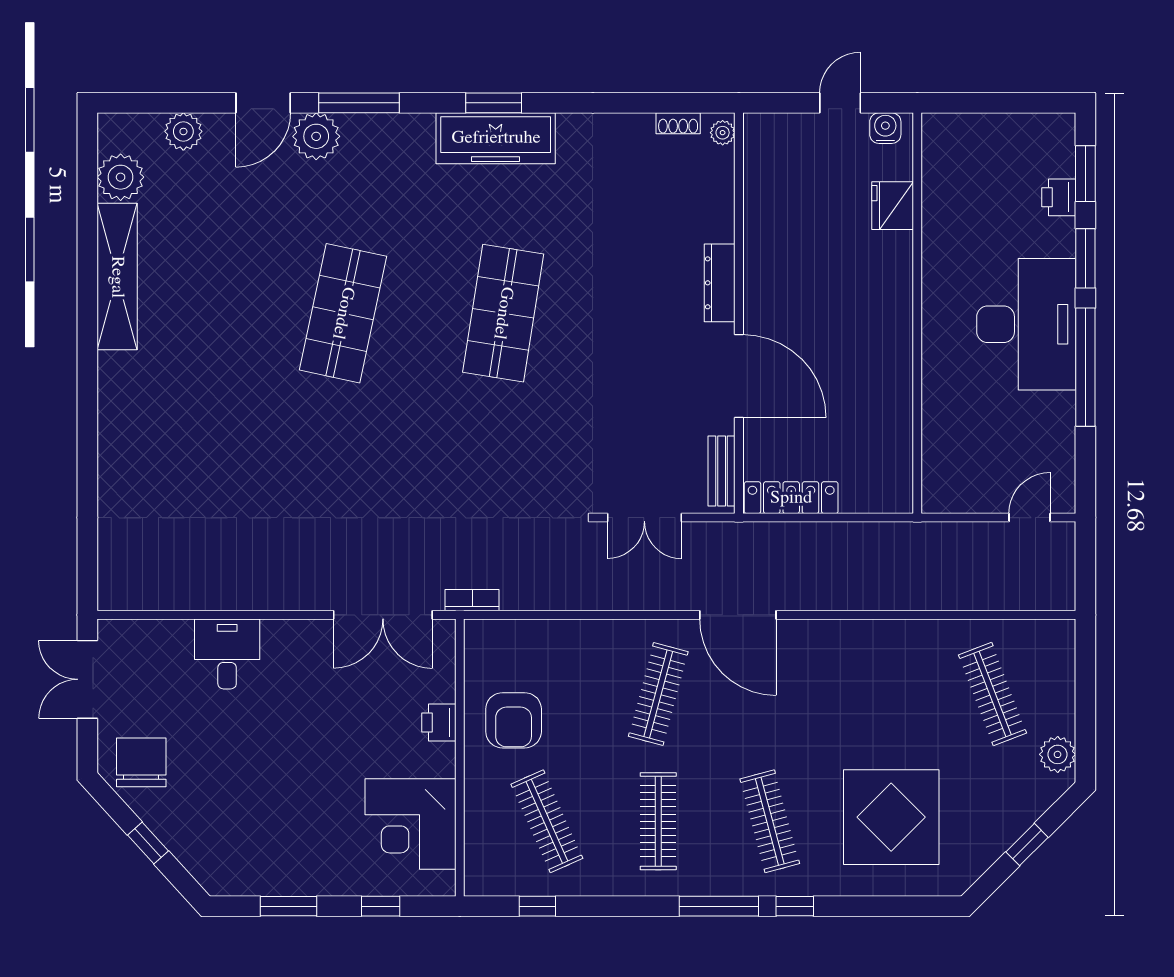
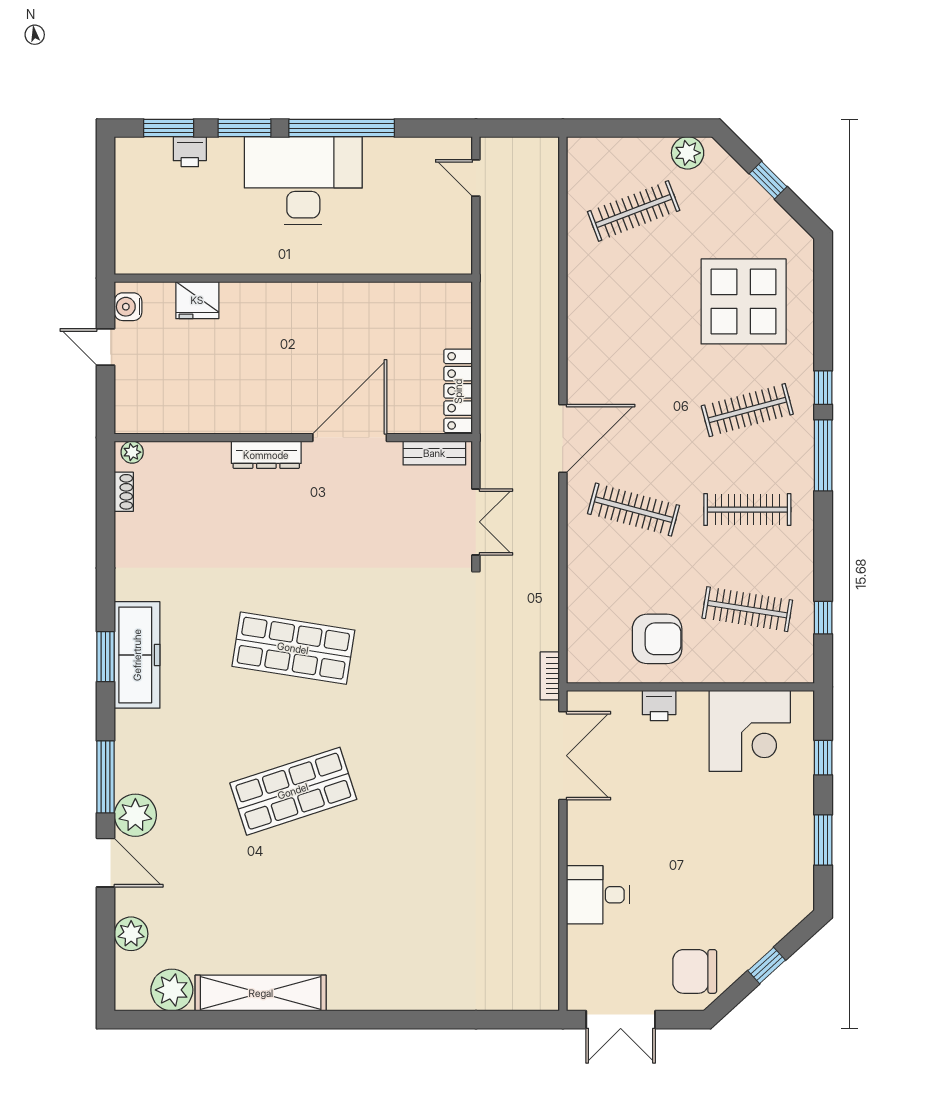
shop shelf: (343, 313) -> (293, 791), turned -30
clothes rail: (547, 821) -> (747, 609), turned 33

